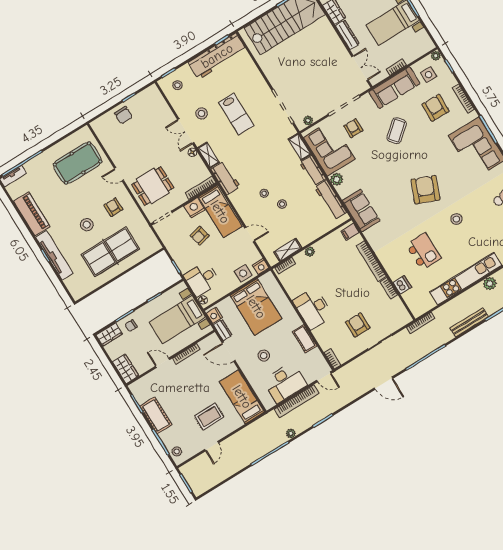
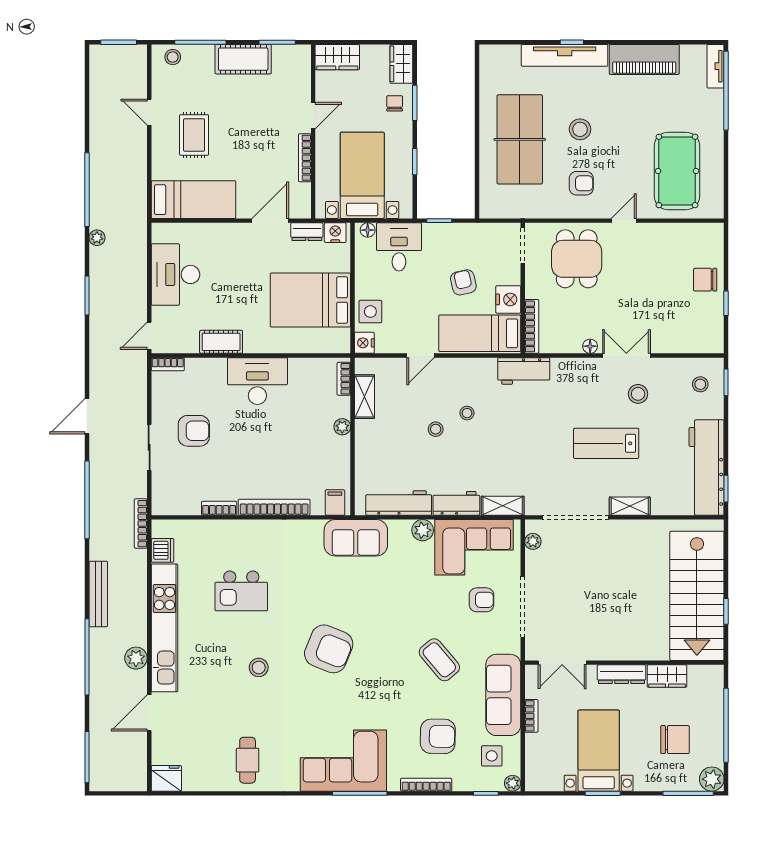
shelving: (208, 155) -> (630, 506), moved
dishwasher: (402, 285) -> (162, 550), moved, turned -90
stool: (264, 356) -> (233, 268), removed
bookcase: (297, 401) -> (138, 275), removed

